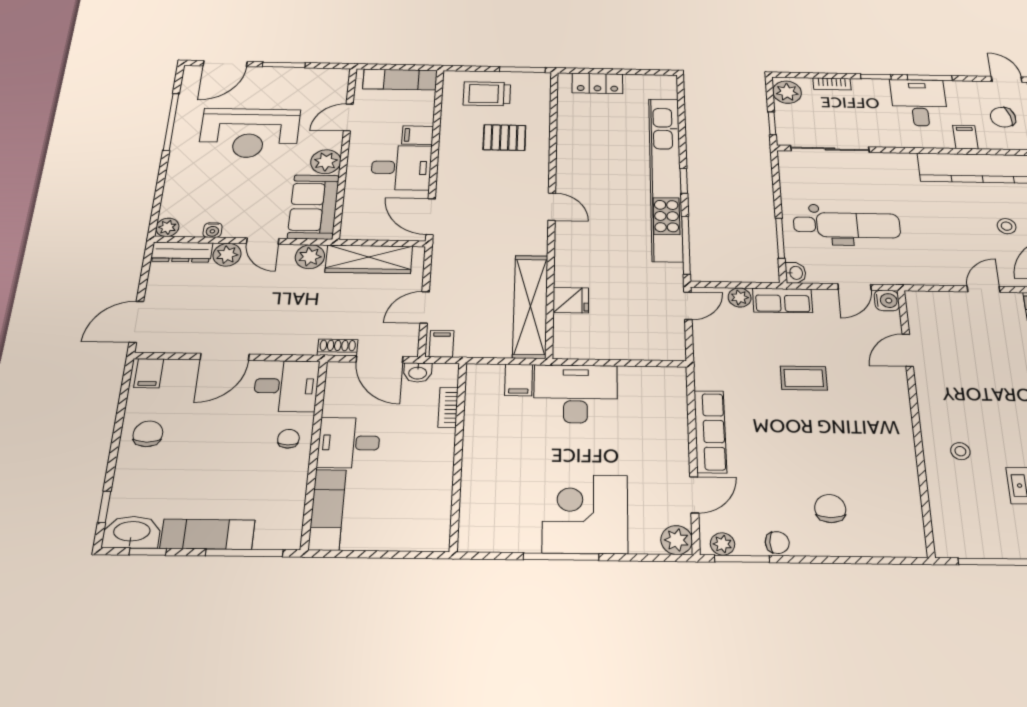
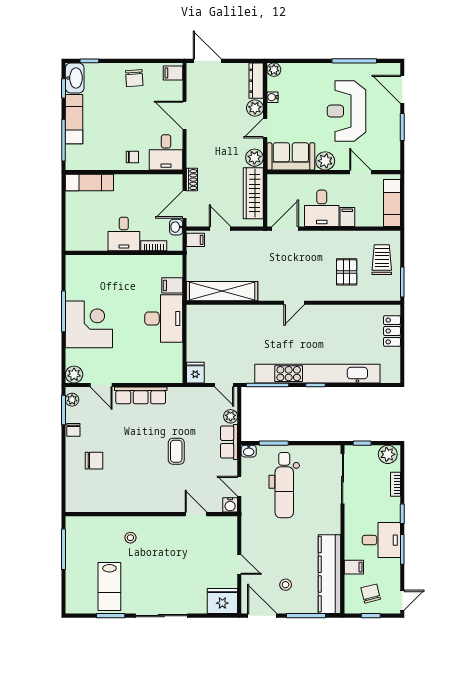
fridge: (571, 300) -> (195, 373), moved, turned 180
chair: (148, 434) -> (134, 78), turned 86
desk: (349, 443) -> (124, 234), moved, turned 180

